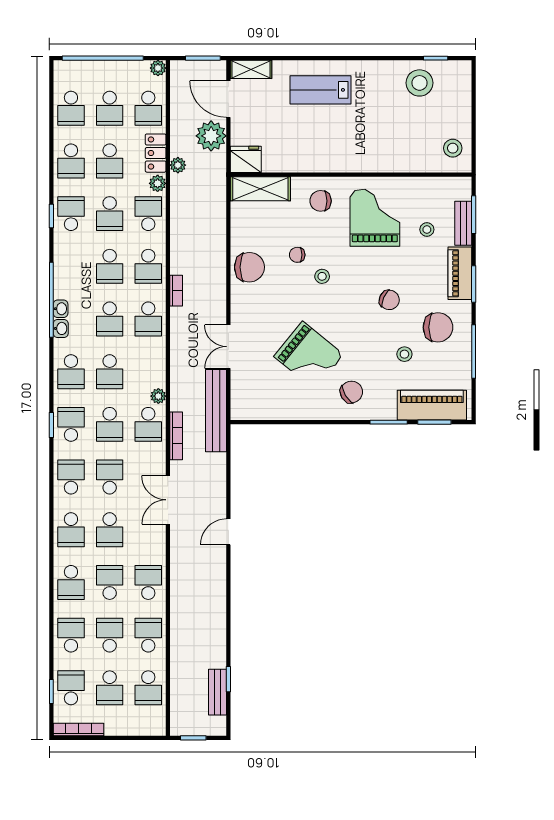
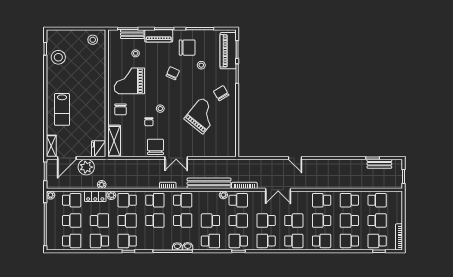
school desk: (71, 161) -> (99, 241), turned 180
chair: (438, 327) -> (187, 48), turned 90
double door: (228, 347) -> (176, 158), moved
school desk: (110, 372) -> (210, 221), turned 180
bench: (216, 411) -> (209, 183), moved

